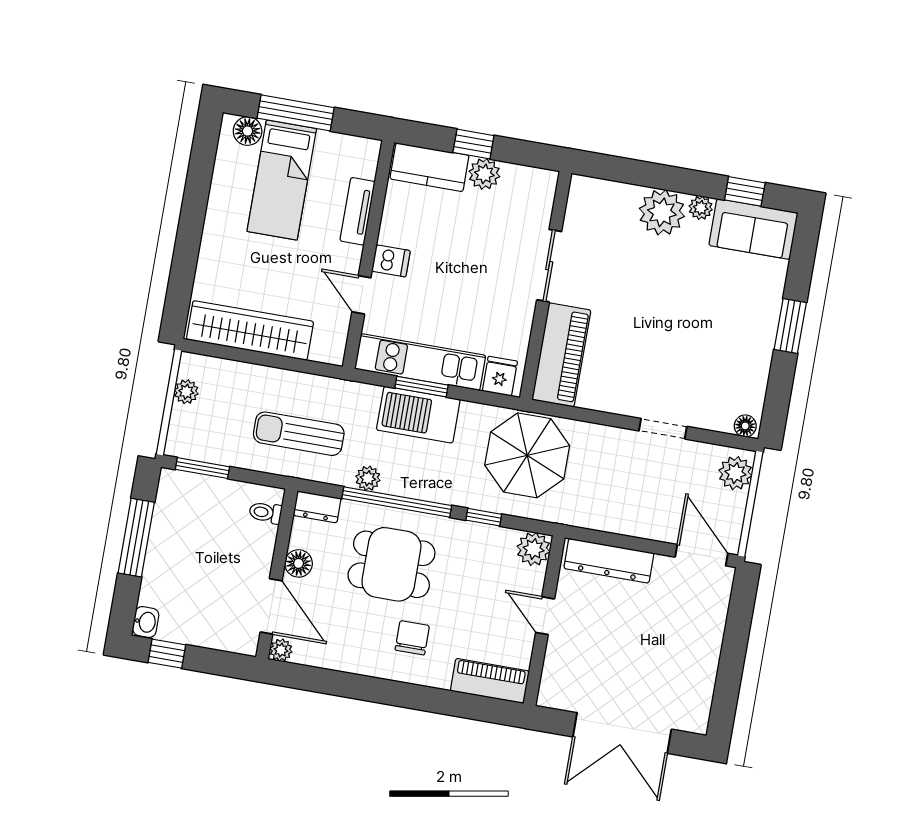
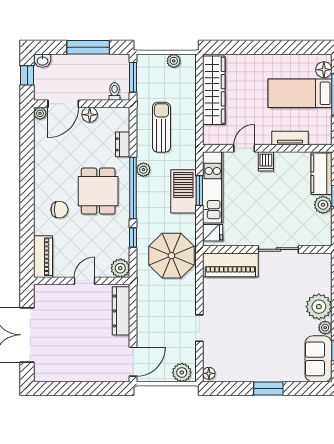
toilet: (265, 513) -> (115, 92), moved
floor lamp: (299, 563) -> (90, 115), moved
wall: (277, 574) -> (82, 104), moved
door: (271, 606) -> (63, 104), moved
plant: (281, 650) -> (40, 113), moved

